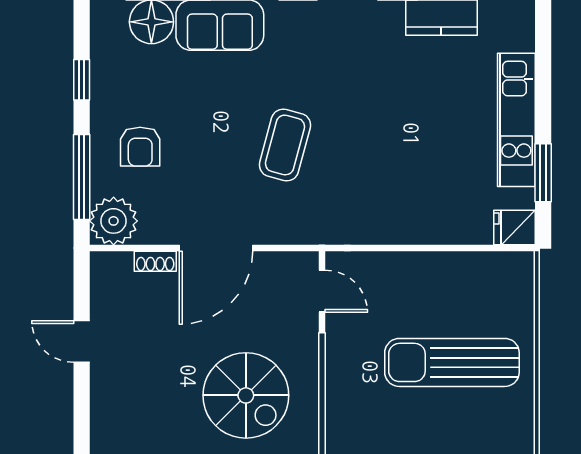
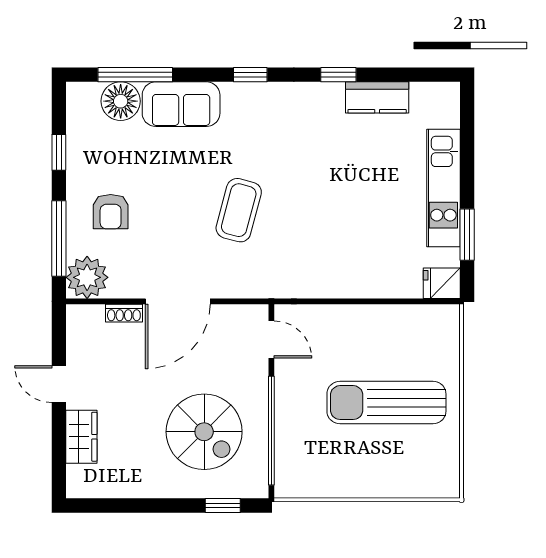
wardrobe: (107, 401) -> (81, 437), added

